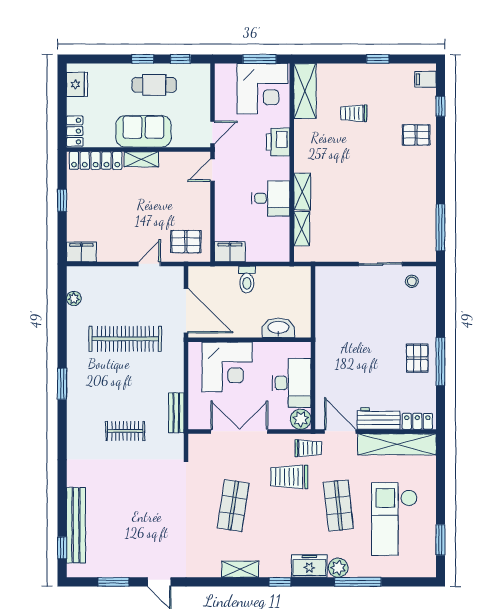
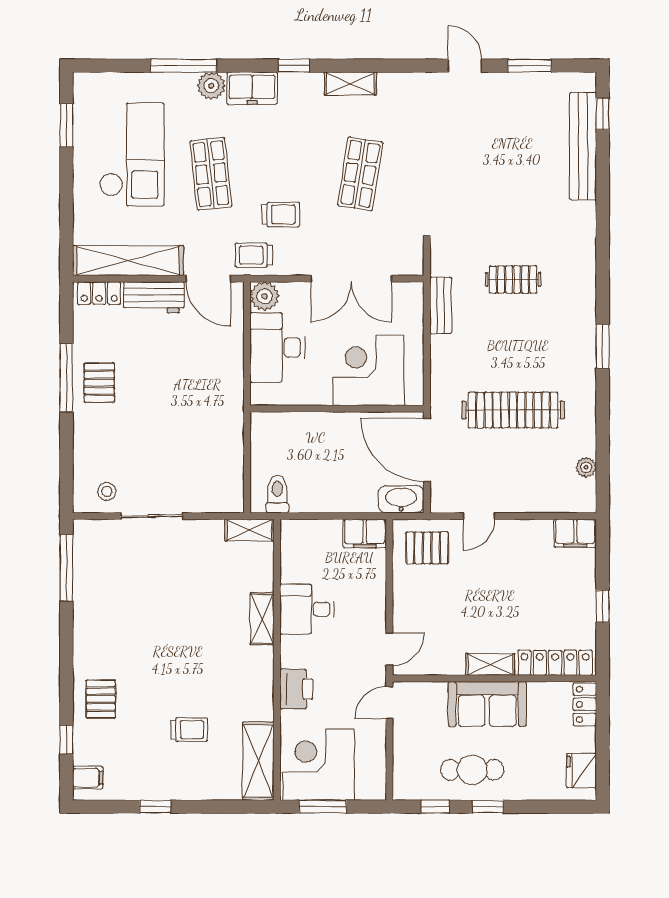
pallet: (416, 135) -> (101, 699), turned 90
shelving: (302, 229) -> (250, 530), moved, turned 90
toilet: (247, 280) -> (277, 494), moved
washbasin: (278, 328) -> (401, 499), moved, turned 180
trolley: (289, 477) -> (281, 214), width x0.73, depth x0.72

